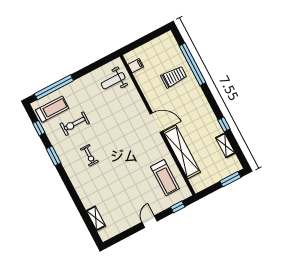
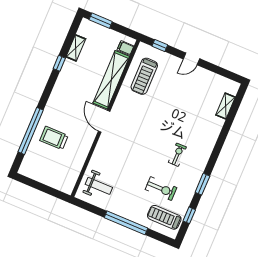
filing cabinet: (136, 66) -> (125, 48), moved
window: (54, 87) -> (126, 223), moved
treadmill: (165, 178) -> (144, 76), turned 180

